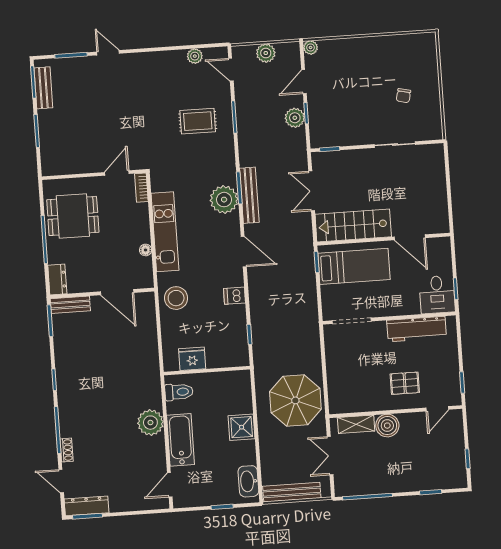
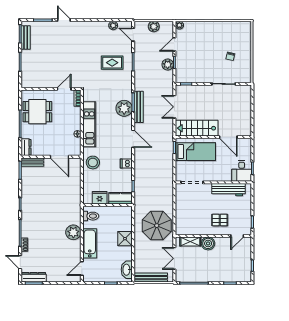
kitchen counter: (229, 357) -> (121, 198), added

